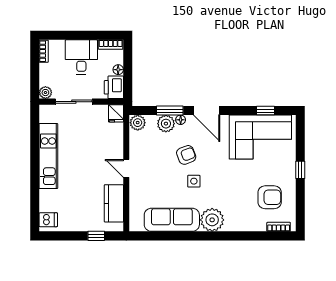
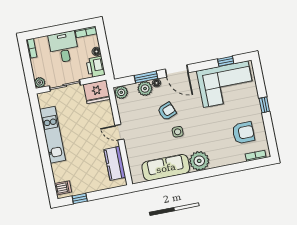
fridge: (116, 113) -> (97, 92), width x1.88, depth x1.34
window: (96, 236) -> (80, 198), moved

